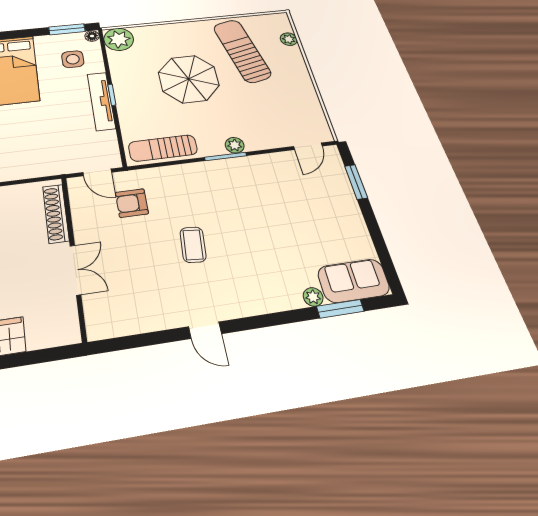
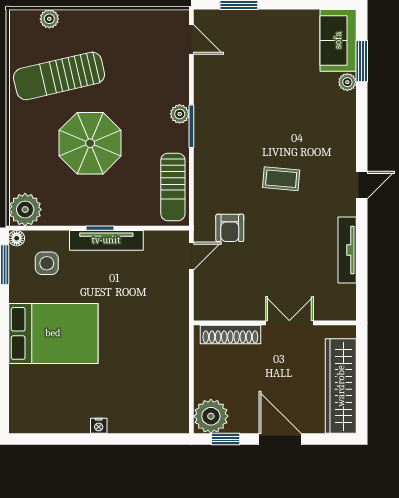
shoe rack: (56, 213) -> (230, 334), moved
wall: (74, 255) -> (275, 323), moved
double door: (75, 270) -> (289, 323), moved
tv unit: (128, 325) -> (347, 250), added

